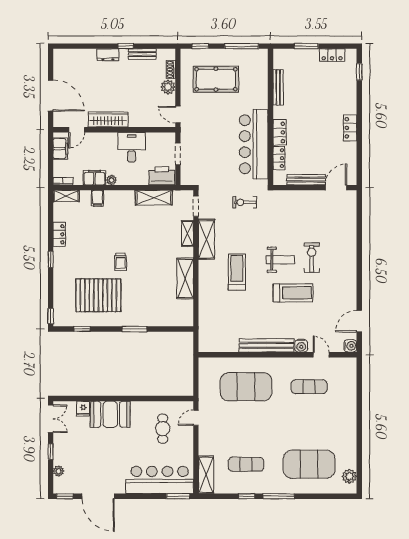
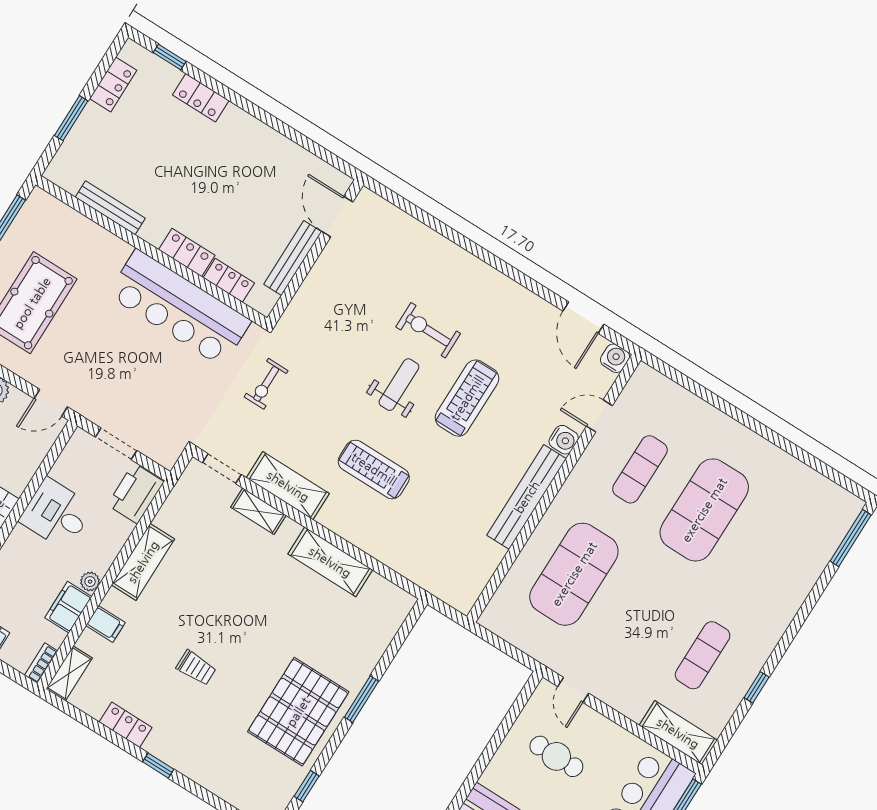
locker: (350, 128) -> (201, 98), moved
shelving: (154, 198) -> (143, 562), moved
trolley: (120, 262) -> (196, 668), moved
pallet: (98, 295) -> (298, 712), moved
exercise mat: (309, 464) -> (704, 510), moved
plant: (349, 476) -> (831, 496), removed
window: (279, 496) -> (851, 538), moved

